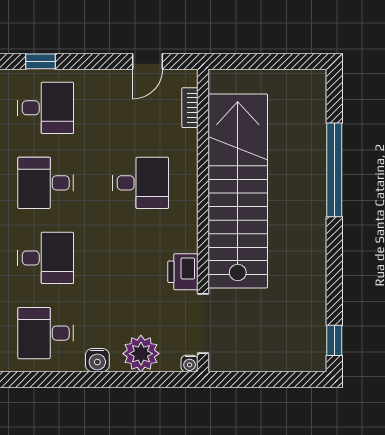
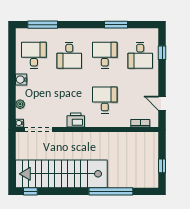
window: (280, 61) -> (162, 166), added
desk: (141, 183) -> (105, 100), turned 180
stairs: (238, 191) -> (61, 174), moved, turned 180
printer: (183, 272) -> (76, 120), moved
plant: (141, 354) -> (20, 104), width x0.53, depth x0.53

